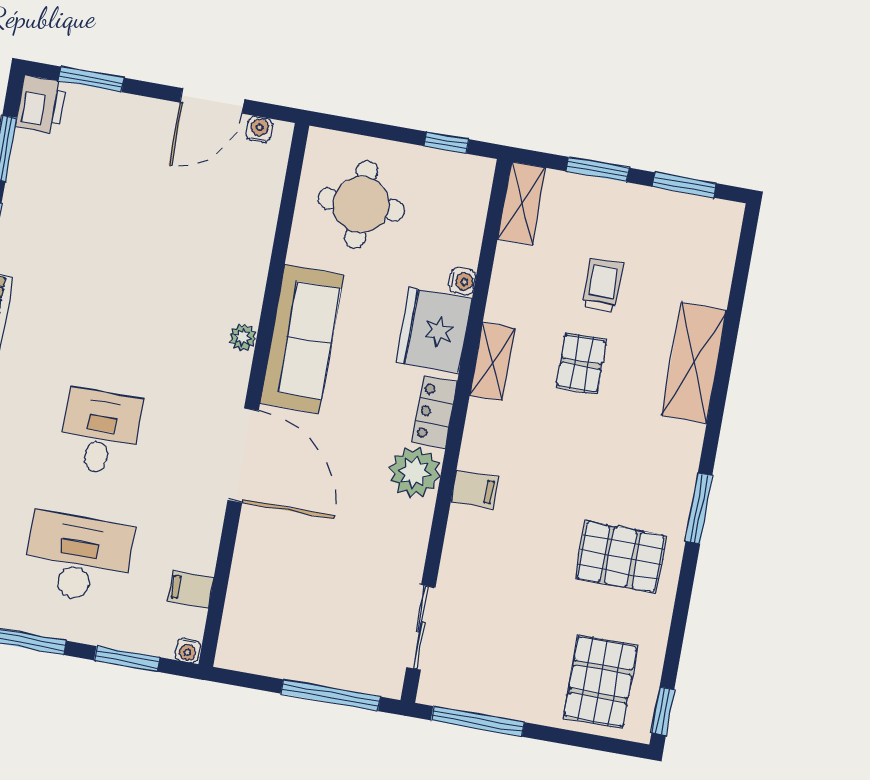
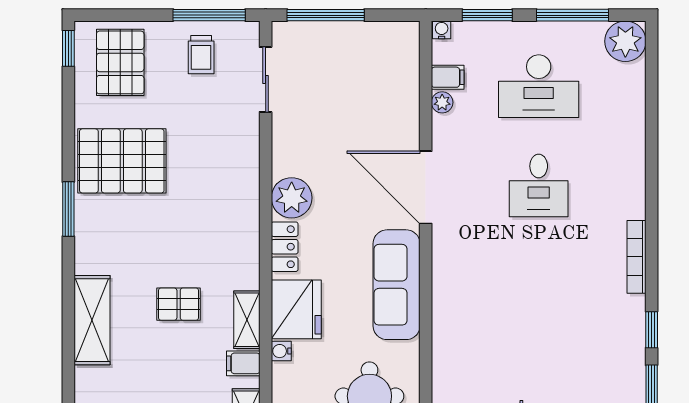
trolley: (603, 285) -> (201, 55), moved
plant: (243, 337) -> (442, 102), moved
shelving: (493, 362) -> (247, 320), moved
pallet: (581, 364) -> (179, 304), turned 90
filing cabinet: (475, 489) -> (243, 363), moved
pallet: (621, 557) -> (122, 161), width x1.37, depth x1.41

